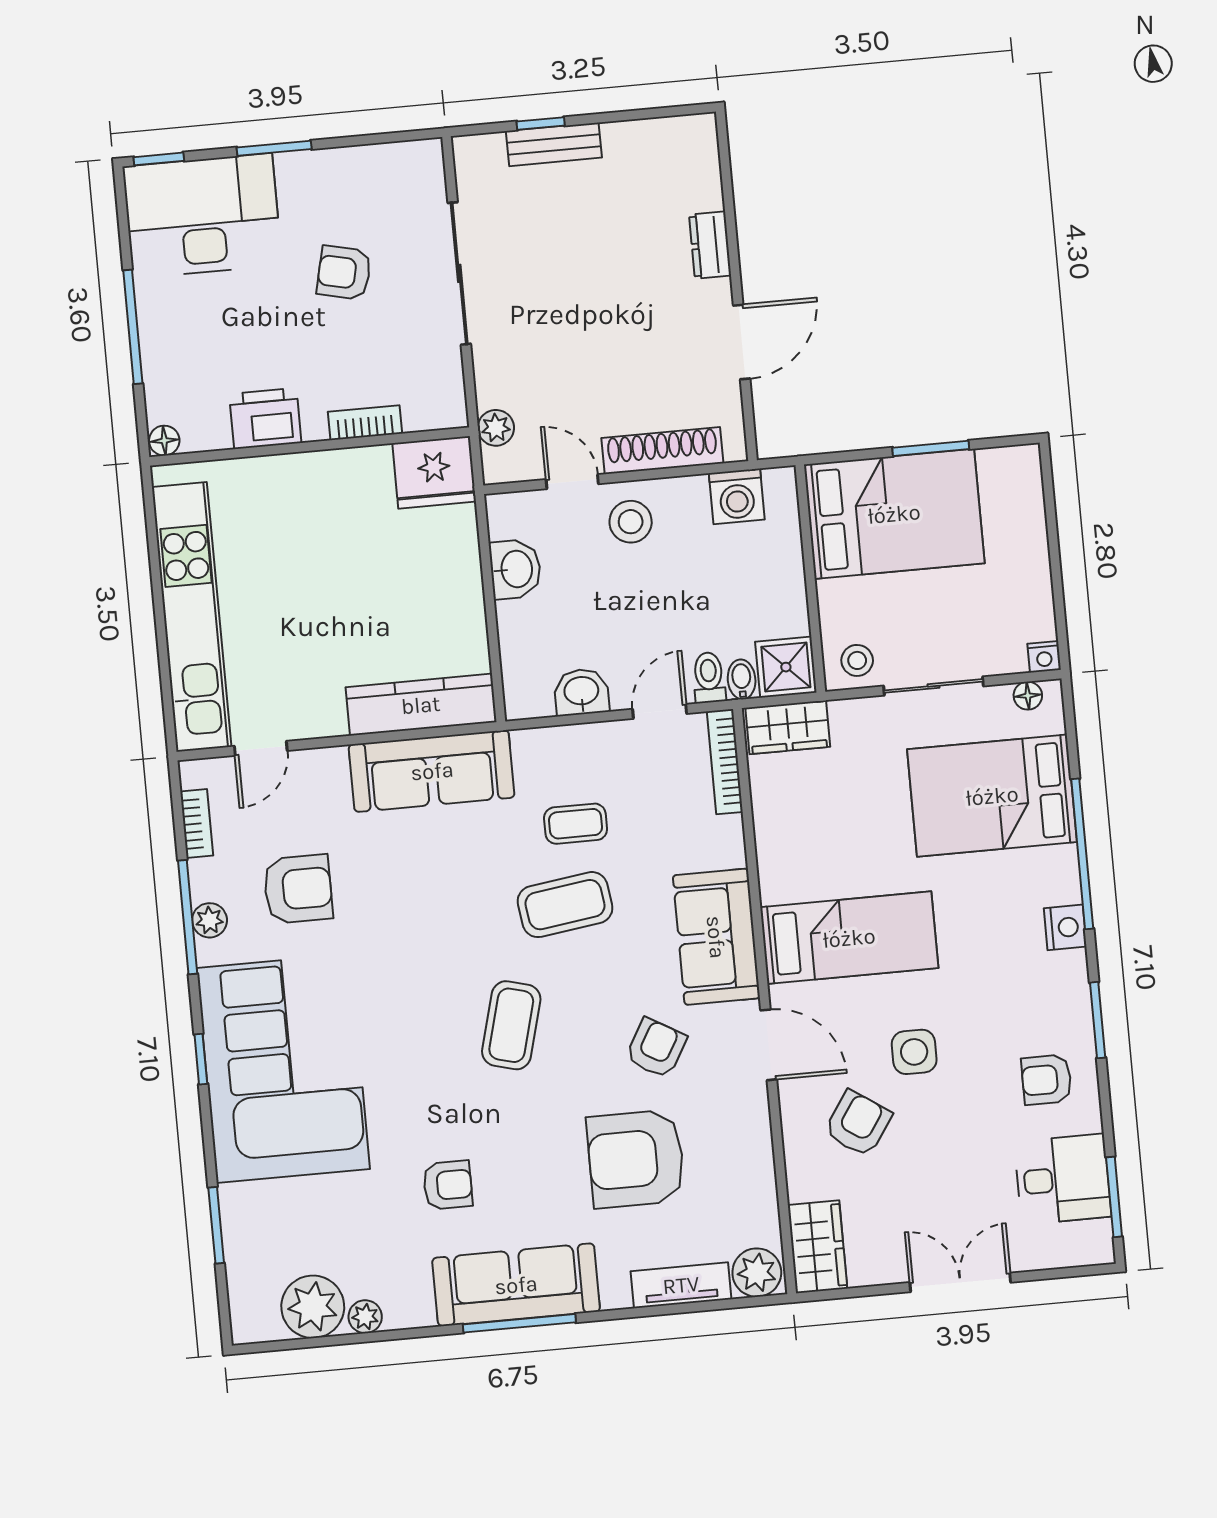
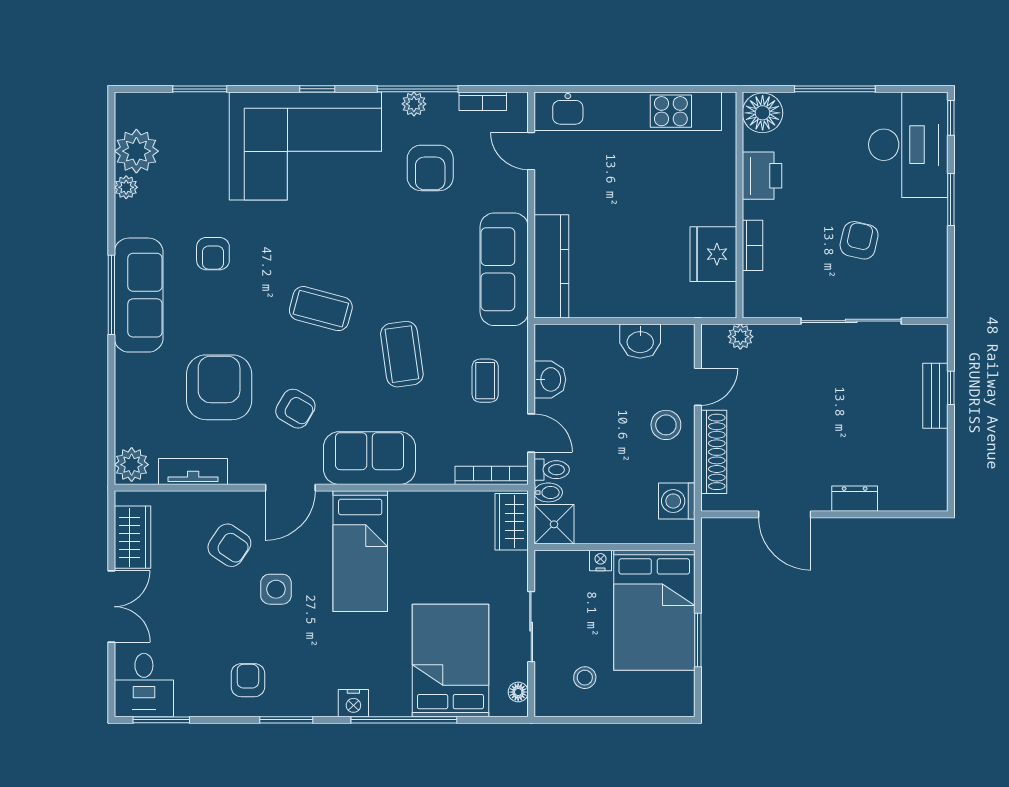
floor lamp: (164, 441) -> (763, 113), width x1.89, depth x1.89
fridge: (434, 472) -> (713, 254), moved
nightstand: (1044, 657) -> (600, 560), moved, turned 90
stool: (857, 660) -> (585, 678), moved
coffee table: (576, 824) -> (485, 381), moved
desk: (1063, 1179) -> (144, 685), moved
wardrobe: (817, 1247) -> (133, 537), moved, turned -90
tv unit: (681, 1285) -> (193, 472), moved, turned -90

